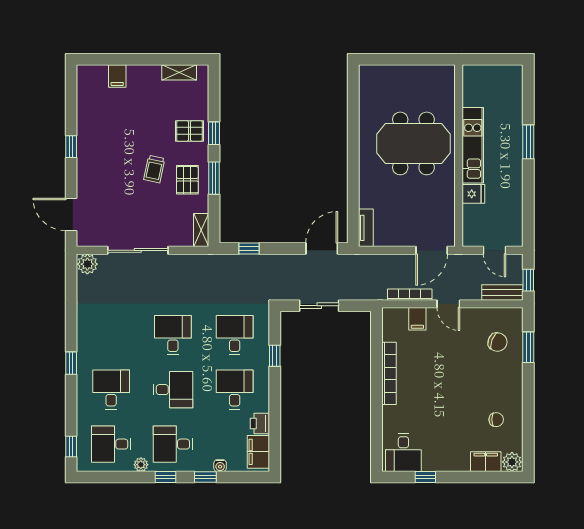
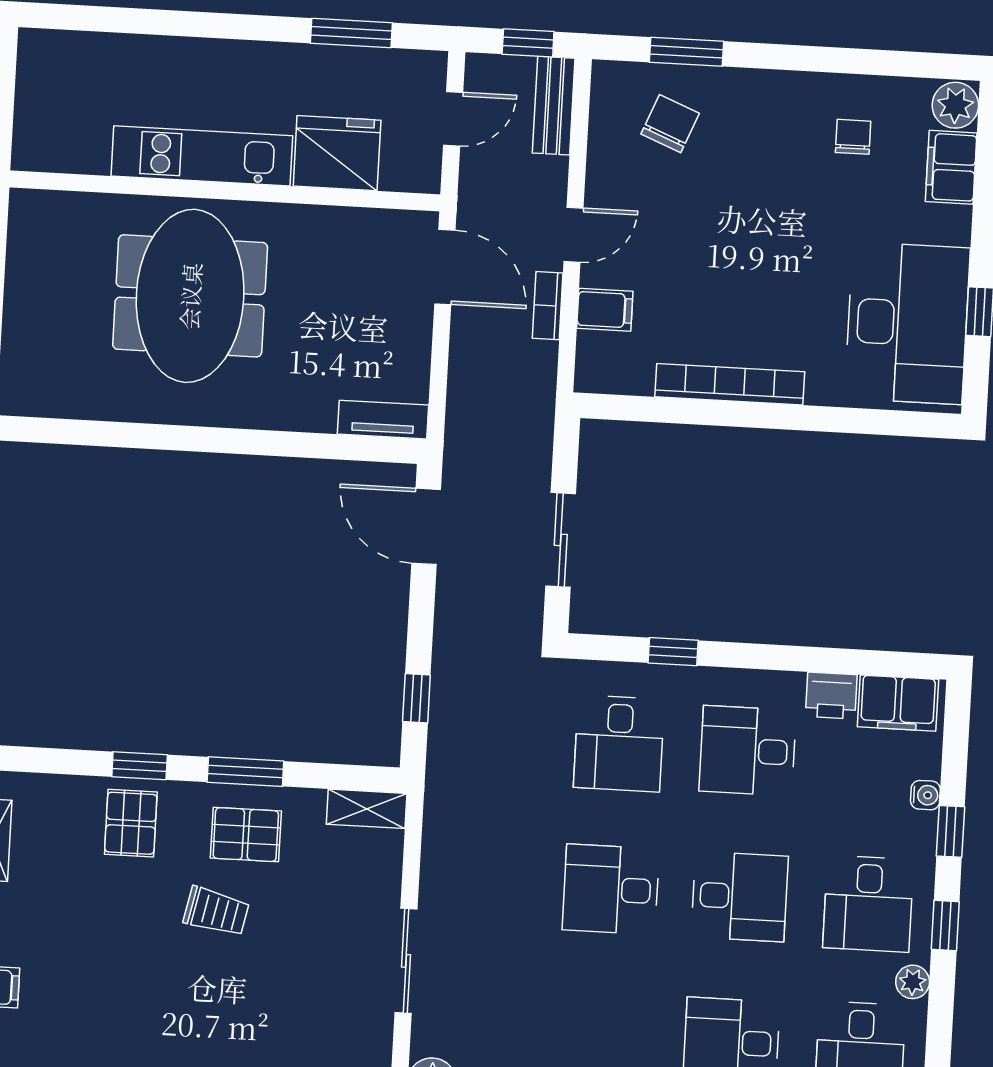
window: (528, 142) -> (351, 33), moved
fridge: (473, 194) -> (337, 153), width x1.88, depth x1.34
sliding door: (138, 250) -> (406, 961), width x0.73
bookcase: (410, 295) -> (548, 306), width x0.64
desk: (235, 335) -> (619, 744), turned -90
desk: (173, 390) -> (740, 897), turned 90
desk: (403, 453) -> (907, 323), width x1.87, depth x1.30

